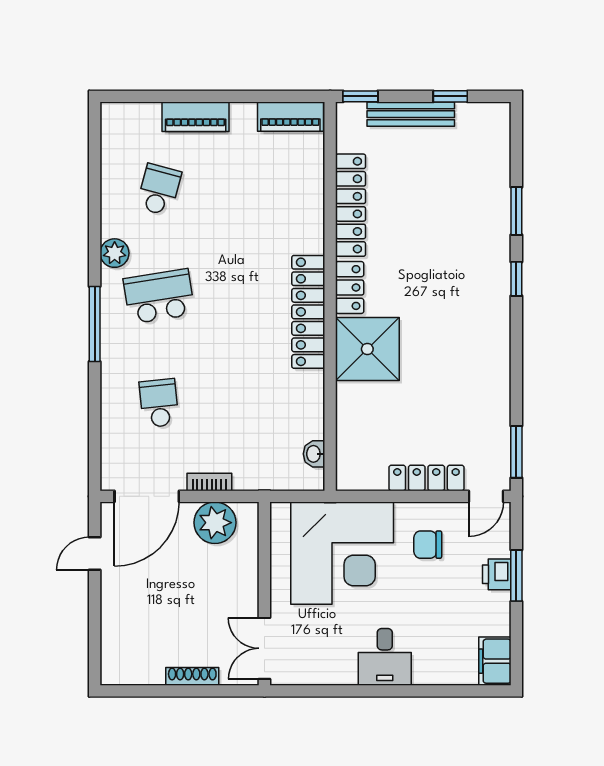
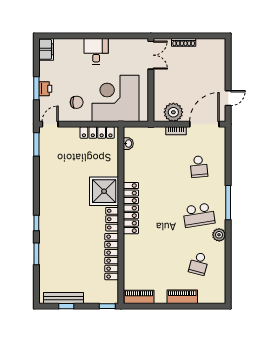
bench: (411, 114) -> (63, 298), moved
locker: (426, 478) -> (97, 133), moved

